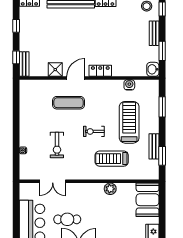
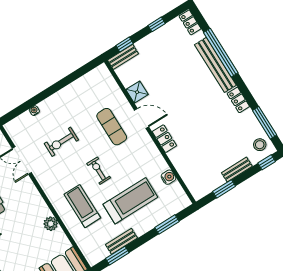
washbasin: (153, 69) -> (199, 191), removed

